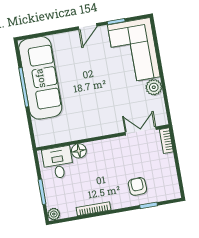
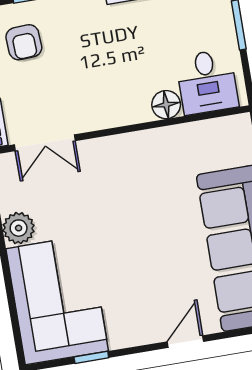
door: (88, 26) -> (185, 342), moved
armchair: (137, 186) -> (24, 42), moved

